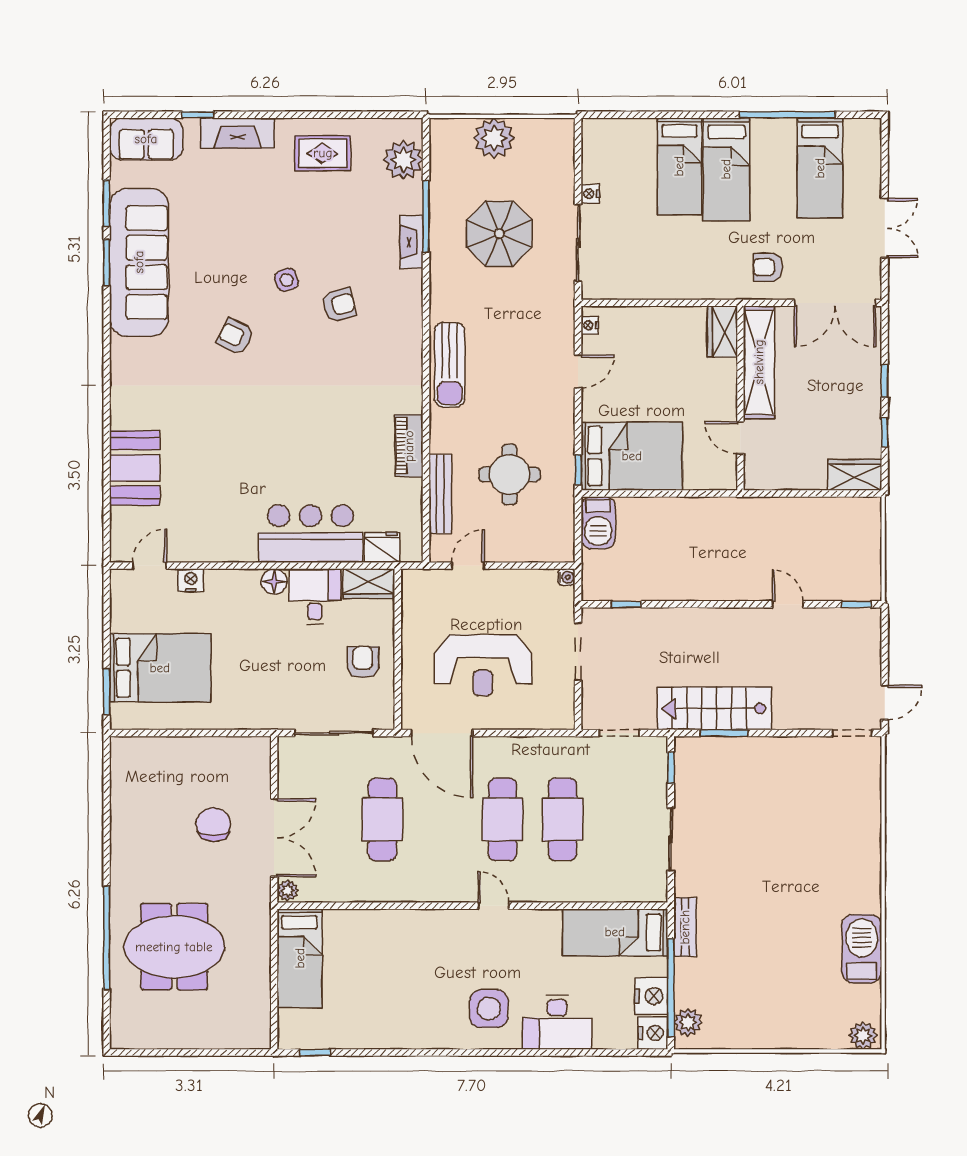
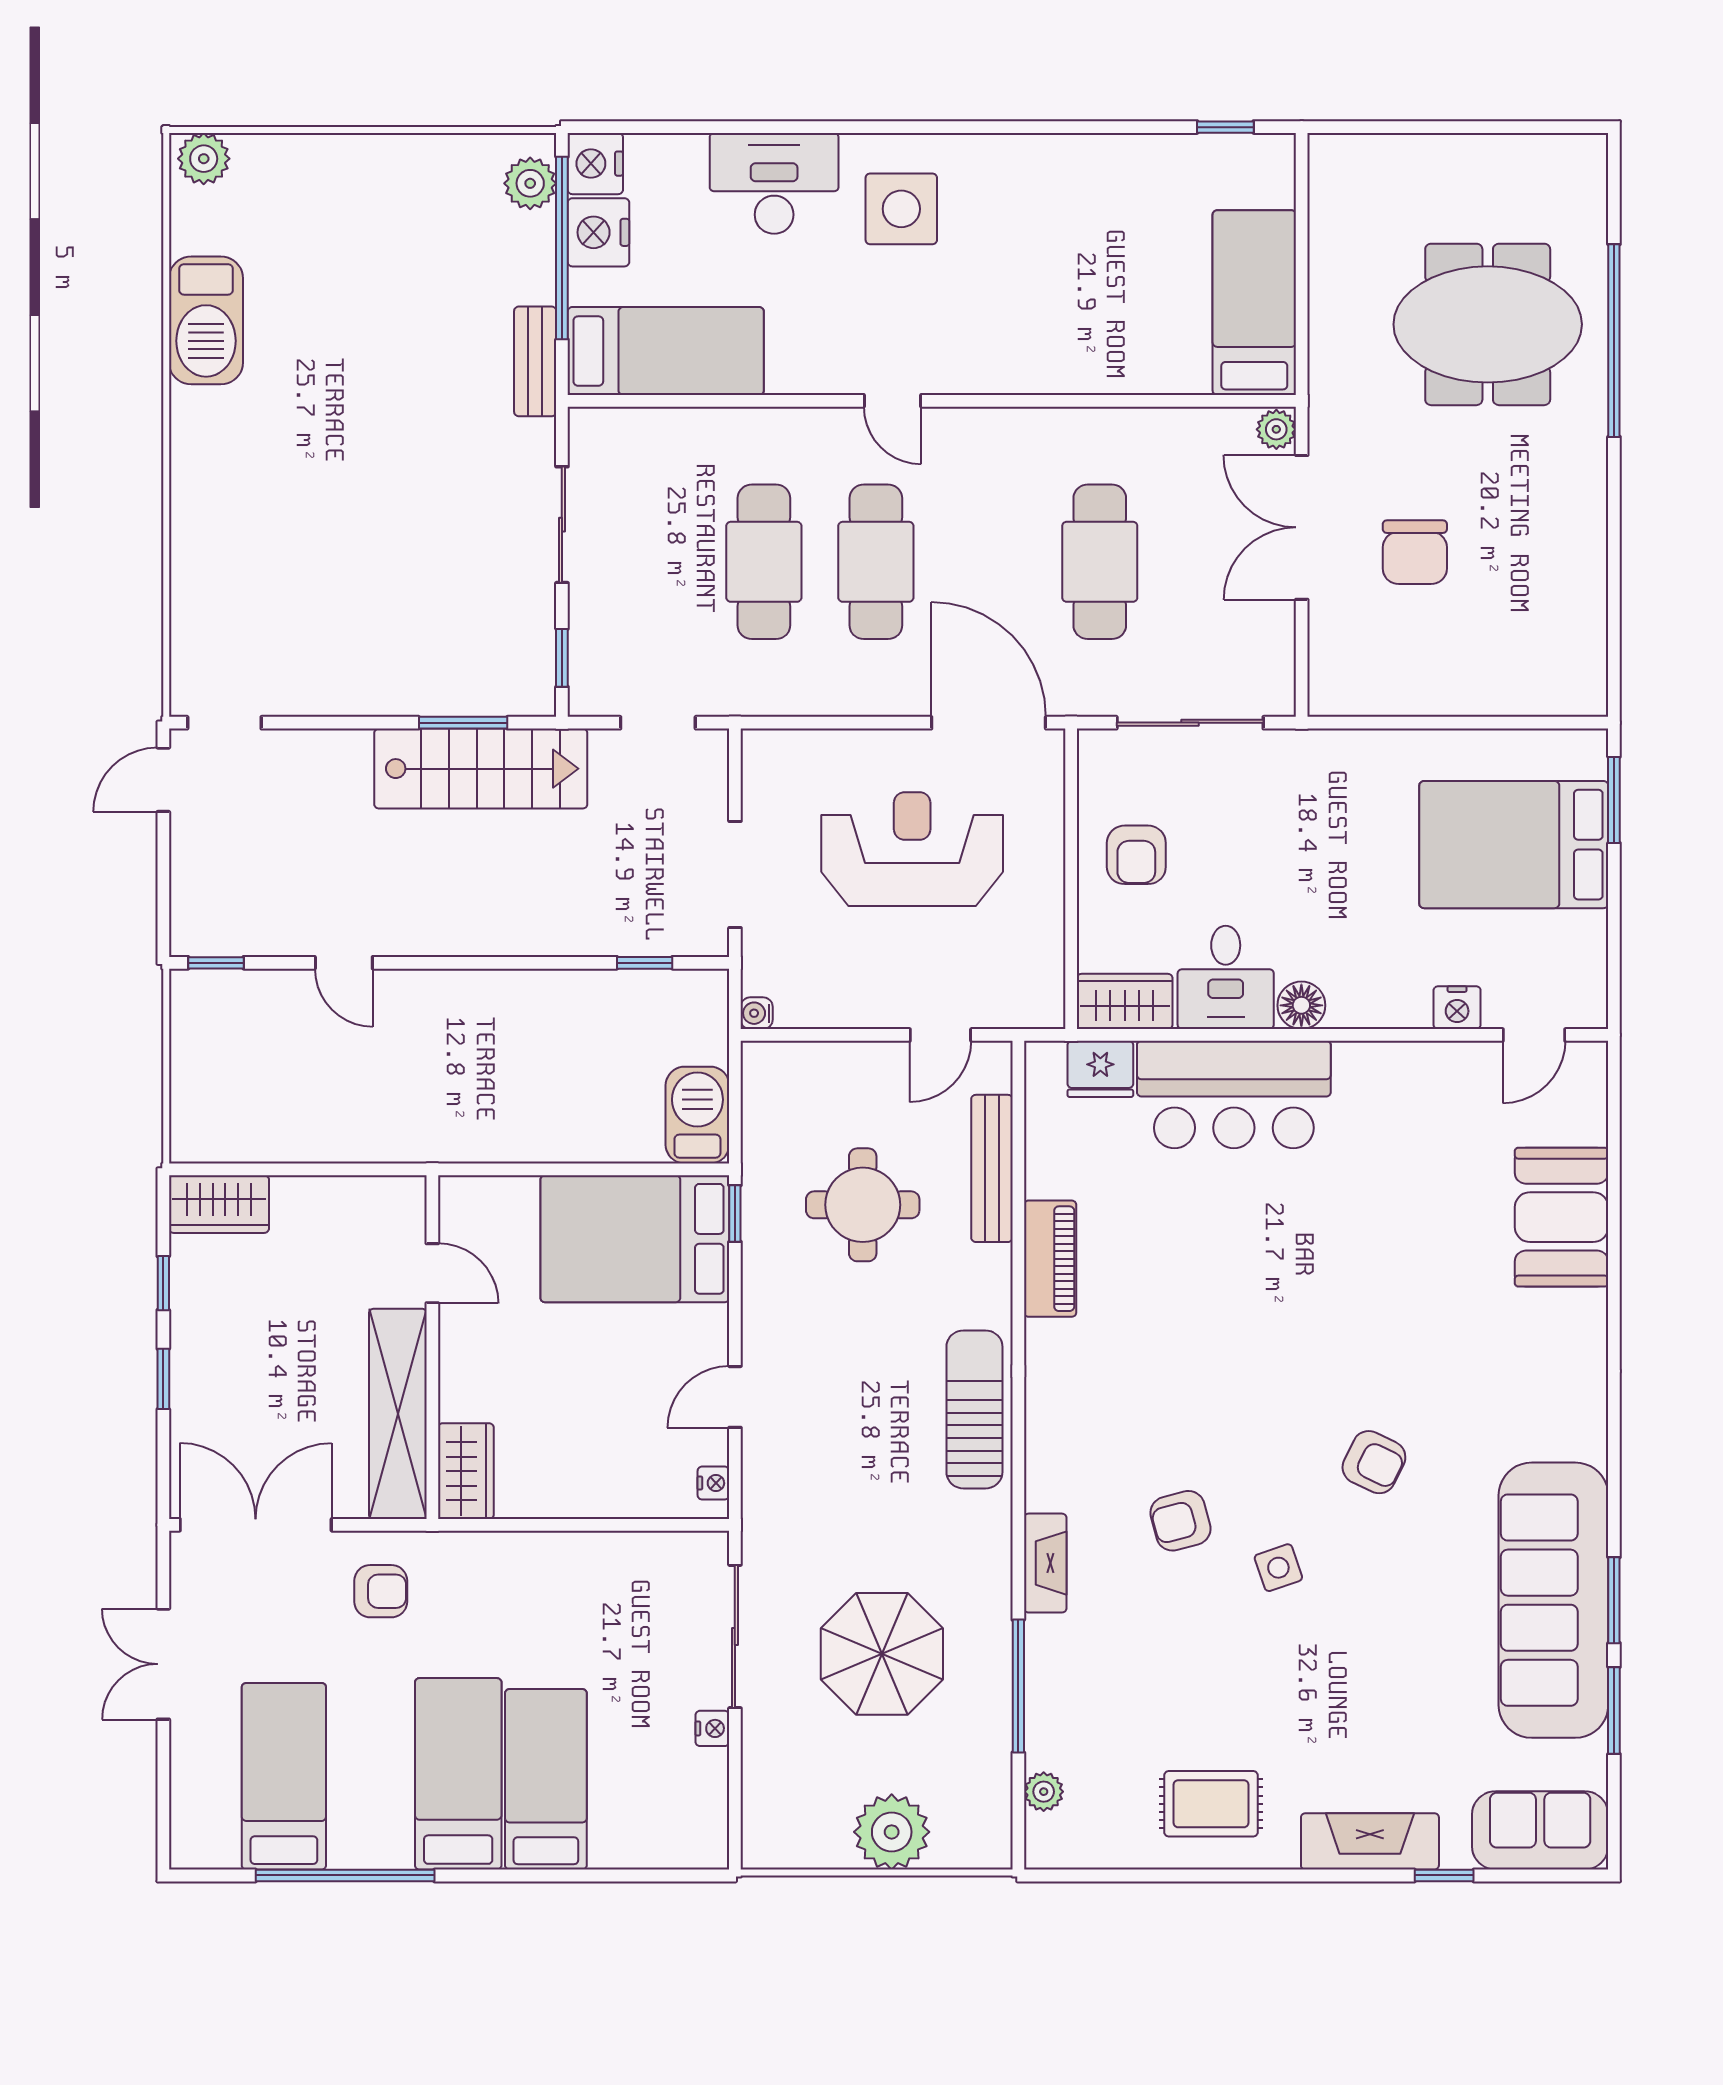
plant: (403, 160) -> (1044, 1792), width x0.53, depth x0.53
fireplace: (412, 242) -> (1045, 1563), moved

